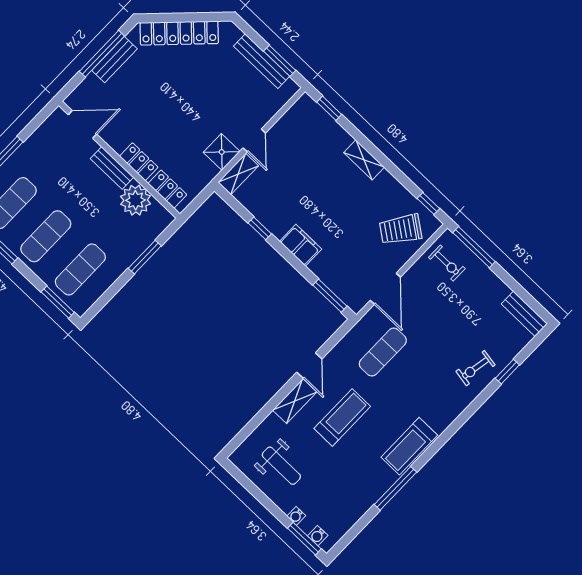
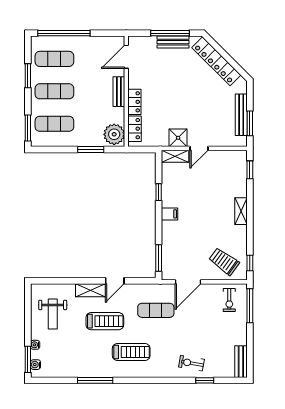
door: (82, 124) -> (126, 57), swing flipped
plant: (136, 200) -> (114, 134), moved
filing cabinet: (301, 245) -> (169, 214), width x0.50
treadmill: (409, 446) -> (131, 352), moved, turned 180

